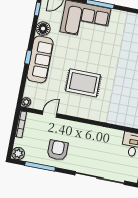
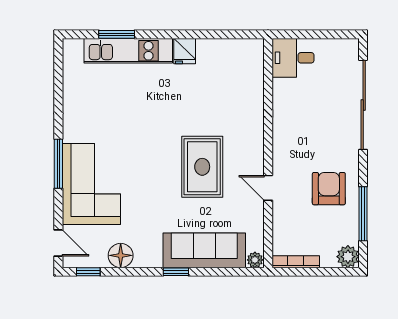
sofa: (40, 59) -> (204, 250), moved
door: (50, 114) -> (268, 188), moved
armchair: (58, 150) -> (329, 189), turned 90

